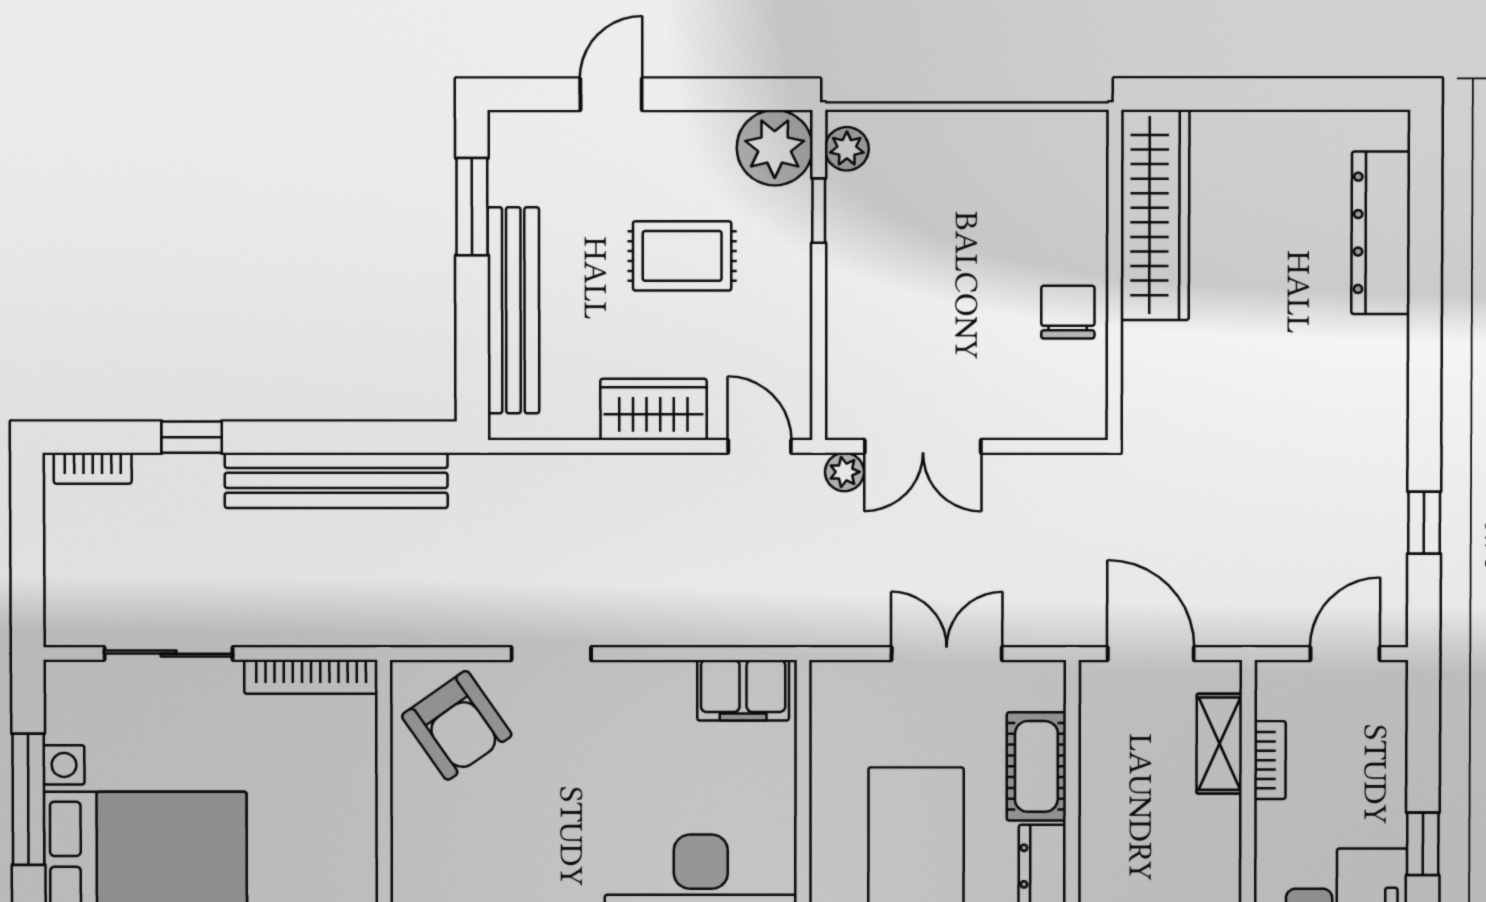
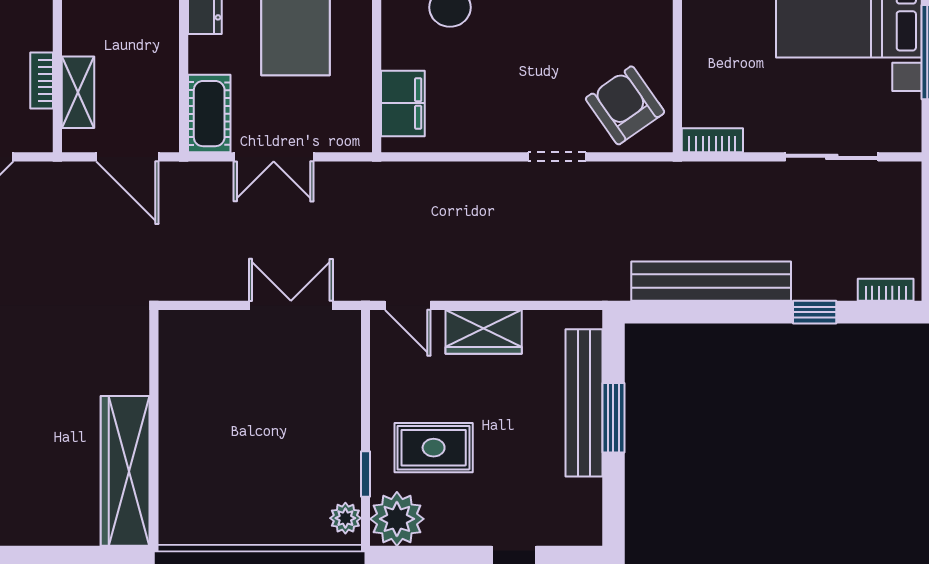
window: (472, 207) -> (613, 418), moved
rug: (682, 256) -> (434, 448), moved
chair: (1068, 312) -> (187, 401), removed
plant: (844, 472) -> (347, 287), removed
bookcase: (311, 677) -> (712, 140), width x0.64
filing cabinet: (743, 690) -> (403, 103), moved, turned 90
cot: (1036, 766) -> (209, 114), moved

